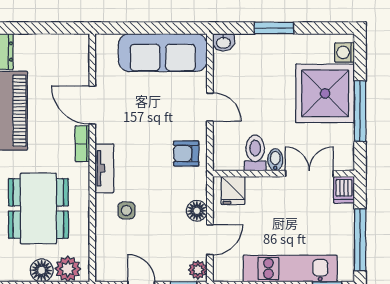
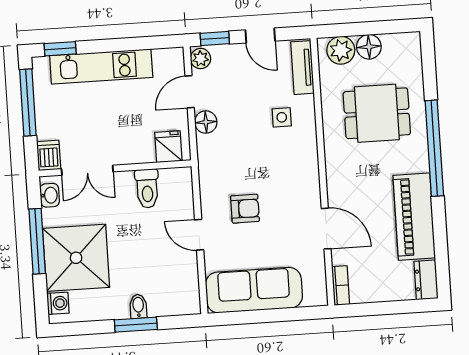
washbasin: (223, 42) -> (50, 195), moved, turned 90
bookcase: (82, 144) -> (341, 285), moved
armchair: (186, 153) -> (245, 209), moved
bidet: (275, 160) -> (138, 306), moved, turned 180
tv unit: (104, 168) -> (302, 68), moved
dining table: (38, 208) -> (377, 113), width x0.73

